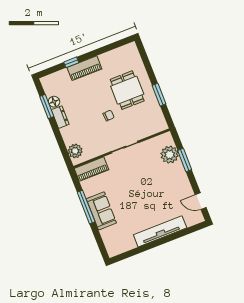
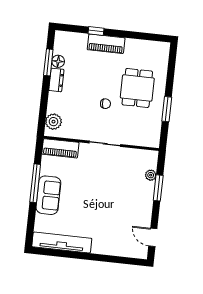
plant: (170, 155) -> (151, 175), width x0.53, depth x0.53
tv unit: (160, 231) -> (62, 243), moved

